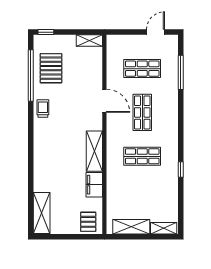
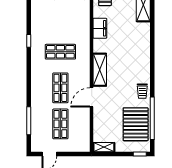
pallet: (51, 68) -> (136, 124), width x1.37, depth x1.41
shop shelf: (142, 69) -> (60, 124), turned 90
door: (104, 101) -> (92, 97), hinge flipped
shelving: (94, 151) -> (100, 70), moved

